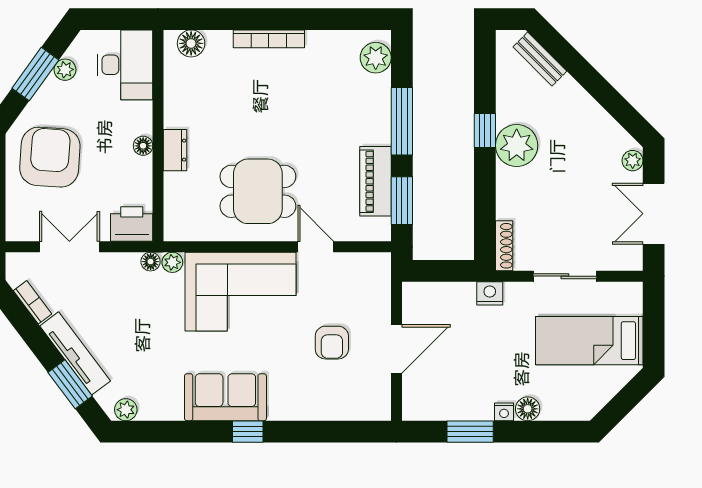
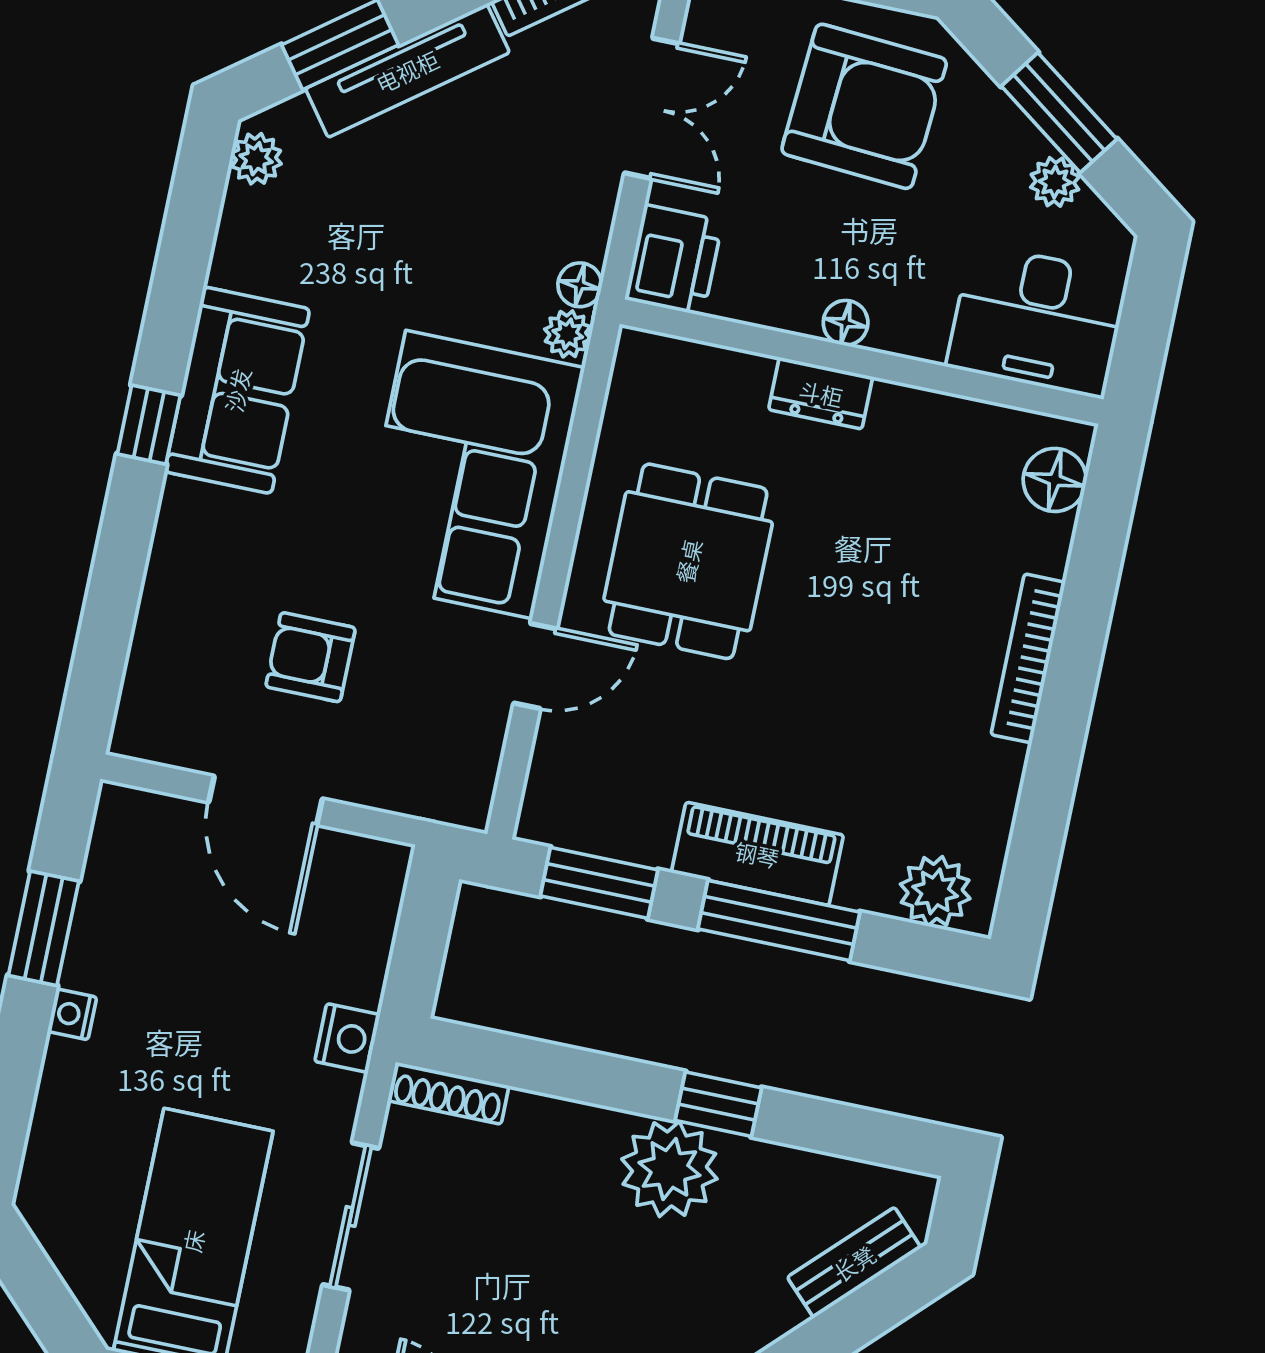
piano: (376, 181) -> (757, 854), moved
floor lamp: (528, 409) -> (68, 1069), removed

